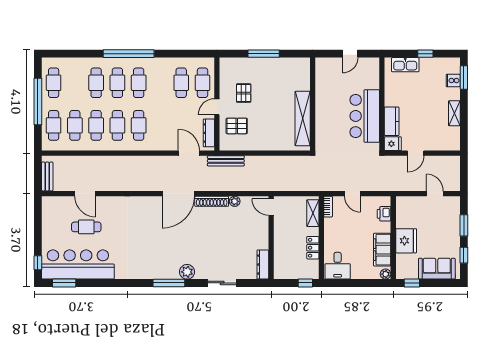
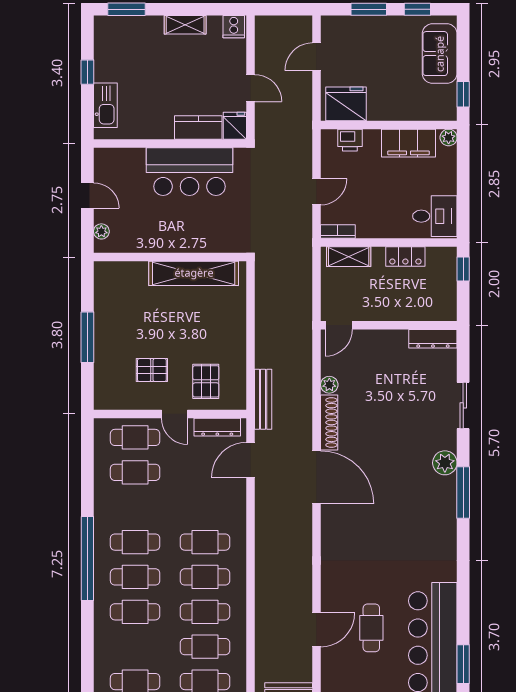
plant: (328, 62) -> (101, 231), added
cooker: (453, 81) -> (234, 27), moved
fridge: (406, 241) -> (346, 104), moved

